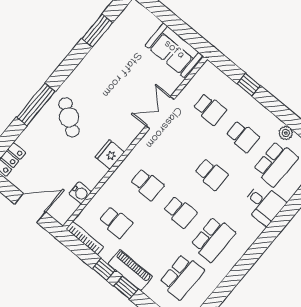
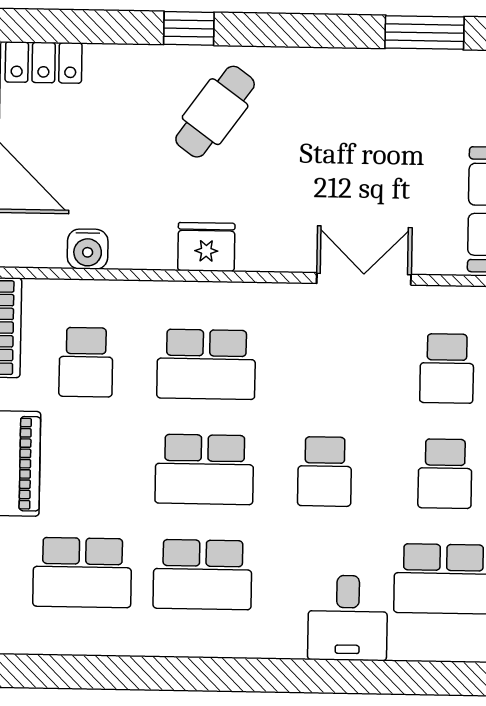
window: (36, 104) -> (189, 28), width x0.46
school desk: (147, 184) -> (206, 364), width x1.85
school desk: (180, 212) -> (204, 469), width x1.85

